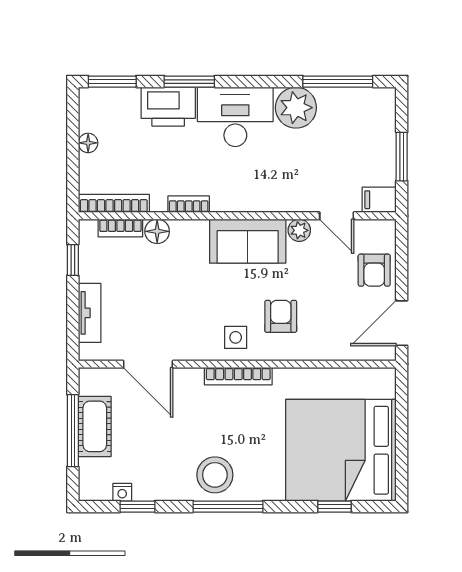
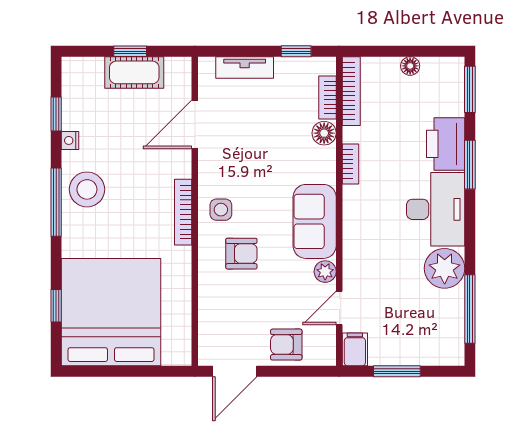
door: (402, 323) -> (235, 371), swing flipped
window: (73, 431) -> (130, 51), width x0.46
nightstand: (122, 492) -> (70, 140), moved

